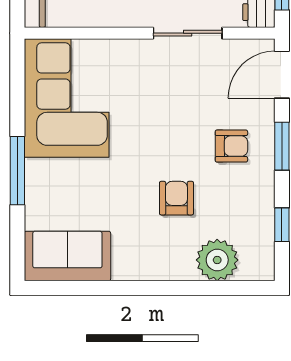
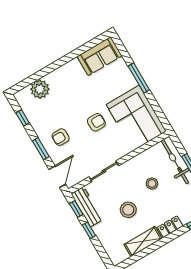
armchair: (176, 198) -> (96, 122), moved, turned -90

